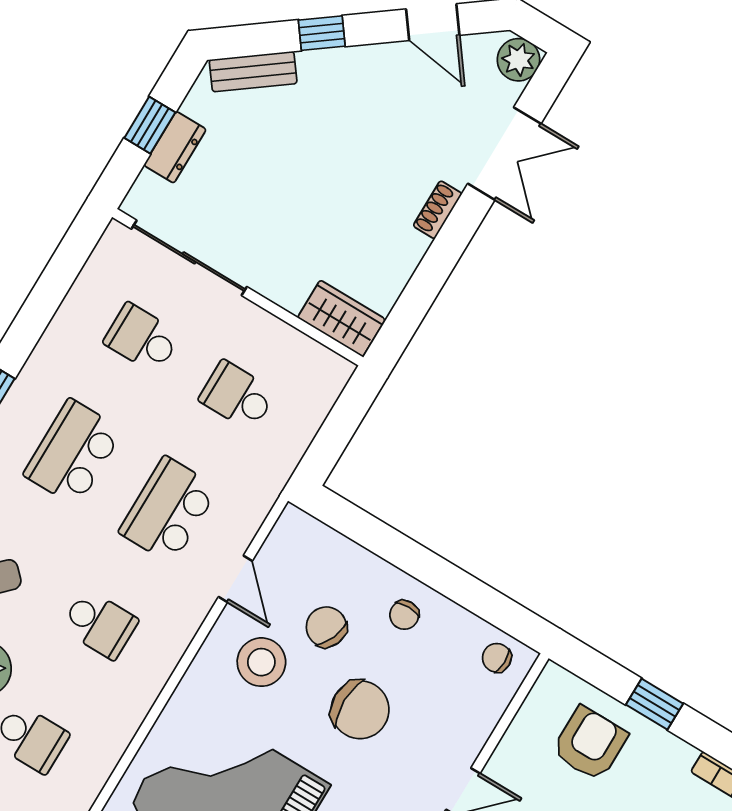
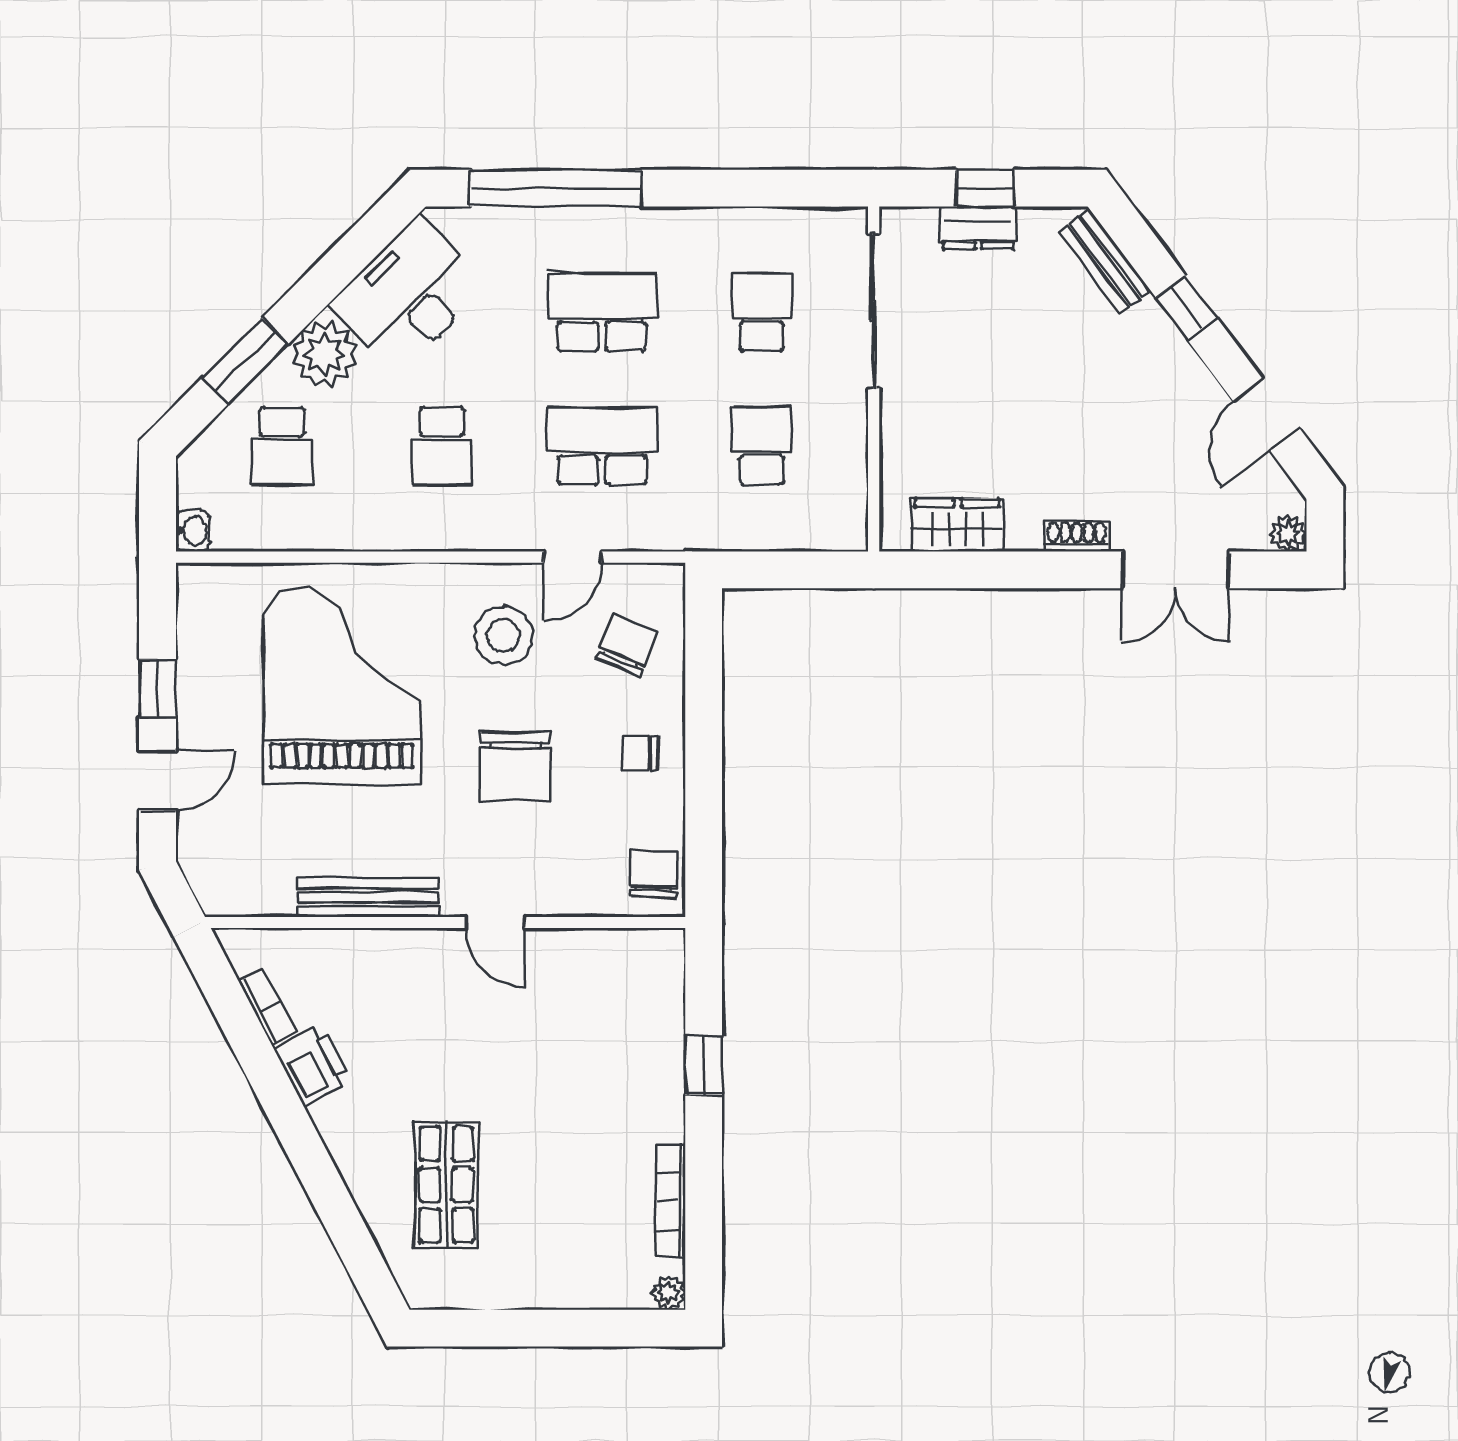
plant: (518, 60) -> (1288, 533), width x0.73, depth x0.73
wardrobe: (341, 318) -> (957, 525), moved, turned -90
chair: (326, 627) -> (627, 645), moved
chair: (497, 658) -> (653, 875), width x1.37, depth x1.37
armchair: (590, 744) -> (623, 1023), removed

